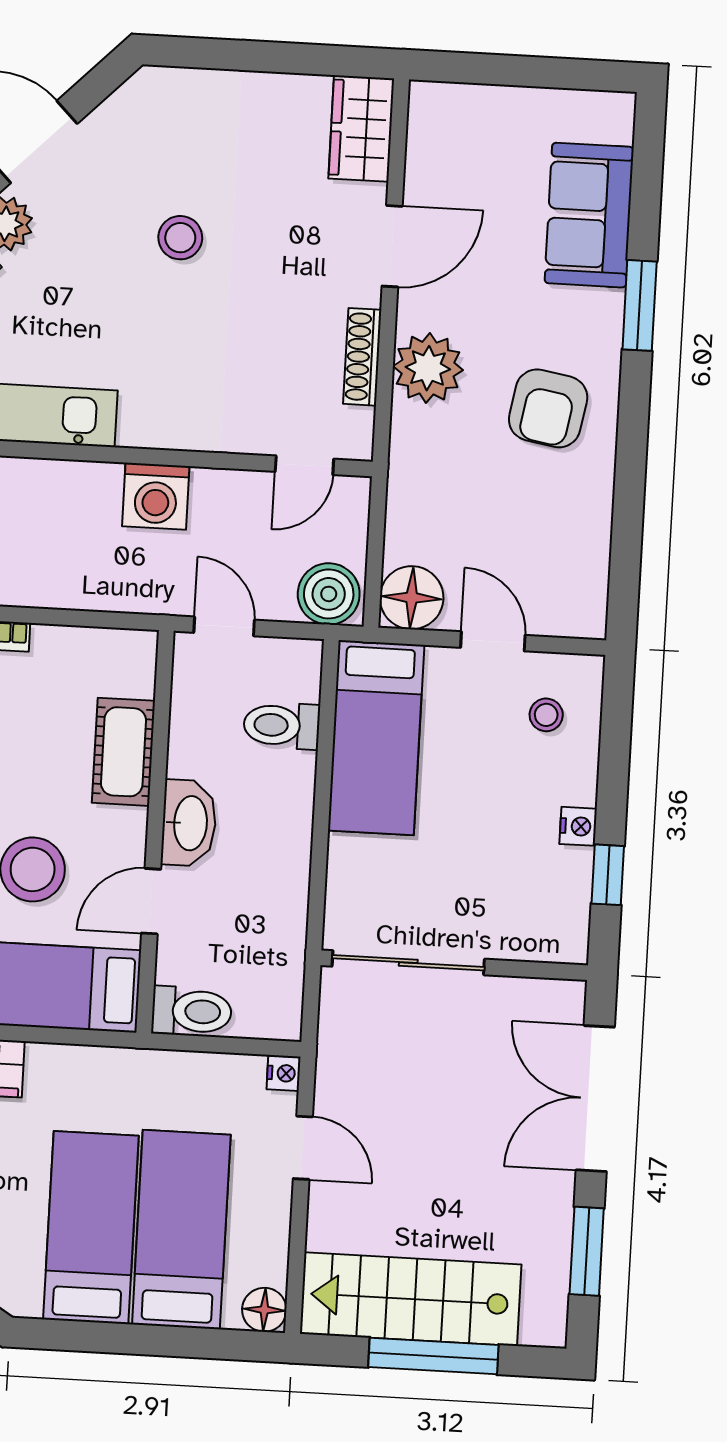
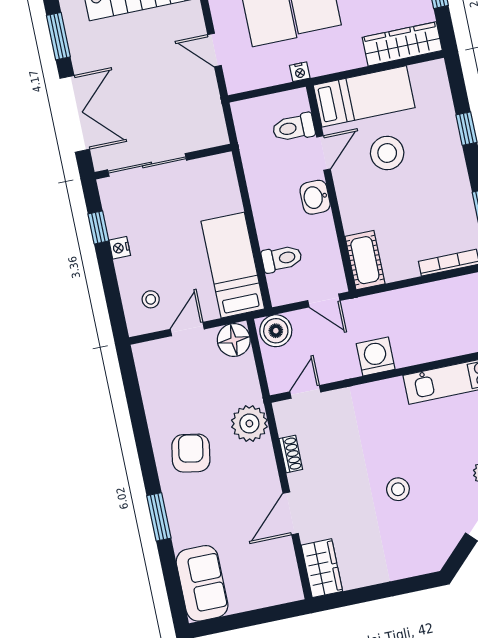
sofa: (589, 215) -> (202, 583), moved
shoe rack: (362, 357) -> (291, 454), width x0.70
plant: (428, 368) -> (249, 424), moved
door: (493, 641) -> (187, 329), swing flipped
cot: (123, 752) -> (365, 260), moved
washbasin: (189, 823) -> (315, 197), width x0.72
sliding door: (408, 963) -> (147, 165), moved
toilet: (192, 1011) -> (294, 128), moved
nightstand: (284, 1073) -> (300, 72), moved, turned -90

